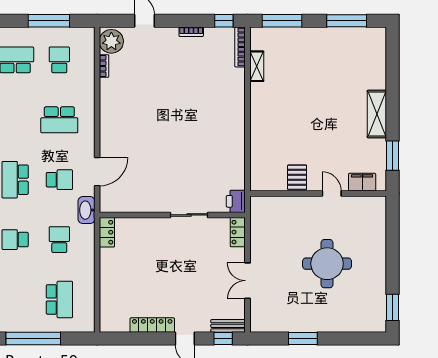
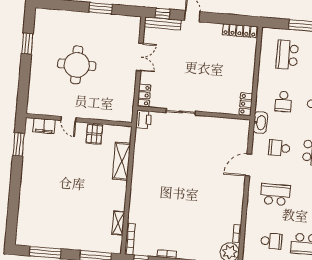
school desk: (59, 60) -> (271, 241), turned -90
shelving: (377, 114) -> (122, 161), moved
door: (97, 172) -> (248, 165), moved
window: (393, 307) -> (27, 44), moved
locker: (152, 325) -> (240, 31), moved
bench: (228, 326) -> (163, 23), width x1.36

